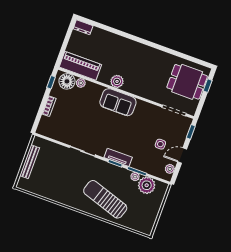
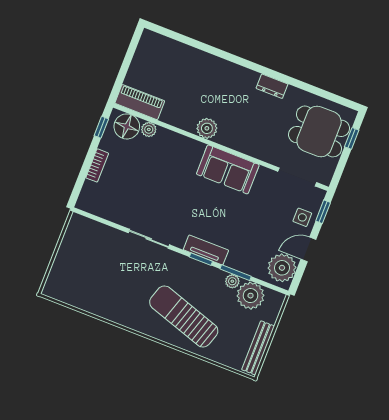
dresser: (83, 27) -> (272, 86), moved
piano: (80, 66) -> (140, 102), width x0.73, depth x0.75
sofa: (118, 102) -> (228, 169), moved
side table: (160, 144) -> (302, 217), moved
bench: (30, 162) -> (258, 348), moved
plant: (170, 169) -> (282, 268), width x1.87, depth x1.87

